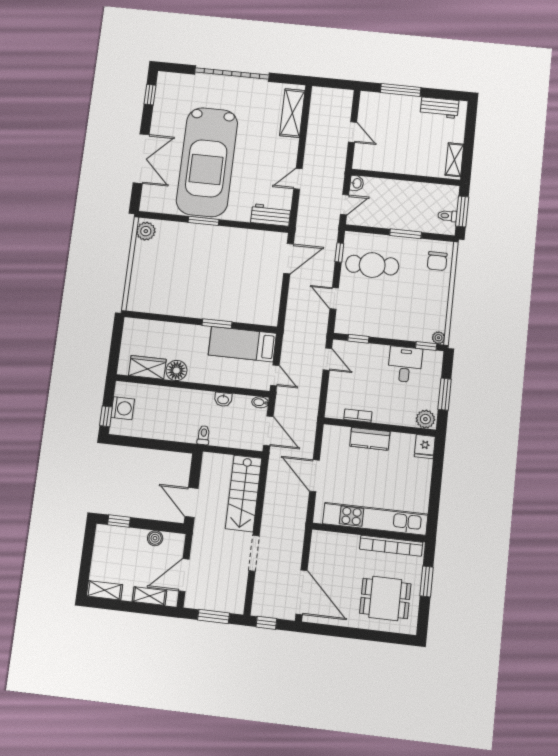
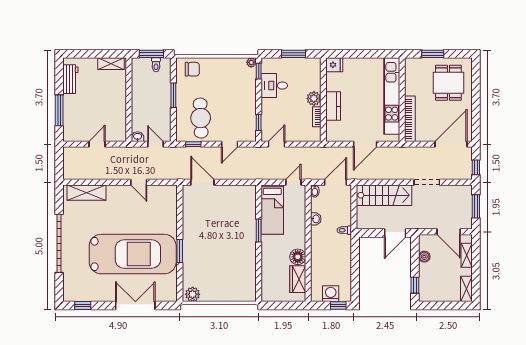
workbench: (271, 215) -> (170, 200), removed
plant: (425, 419) -> (314, 98), moved
bookcase: (391, 546) -> (410, 119), moved

